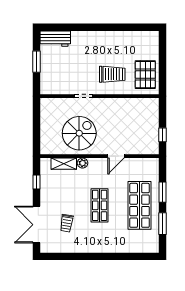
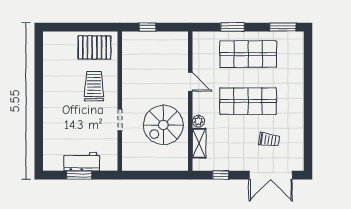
workbench: (55, 39) -> (82, 162), moved, turned -90
spiral stairs: (79, 133) -> (163, 125), turned -90
window: (163, 135) -> (148, 27), moved
shop shelf: (100, 205) -> (248, 101), width x1.43, depth x1.36
window: (163, 224) -> (283, 27), moved

